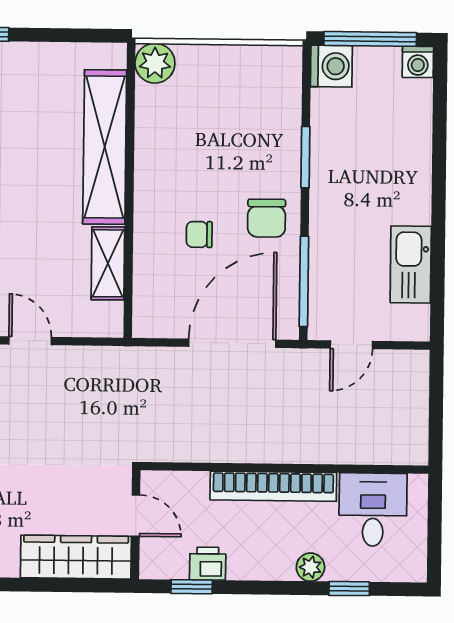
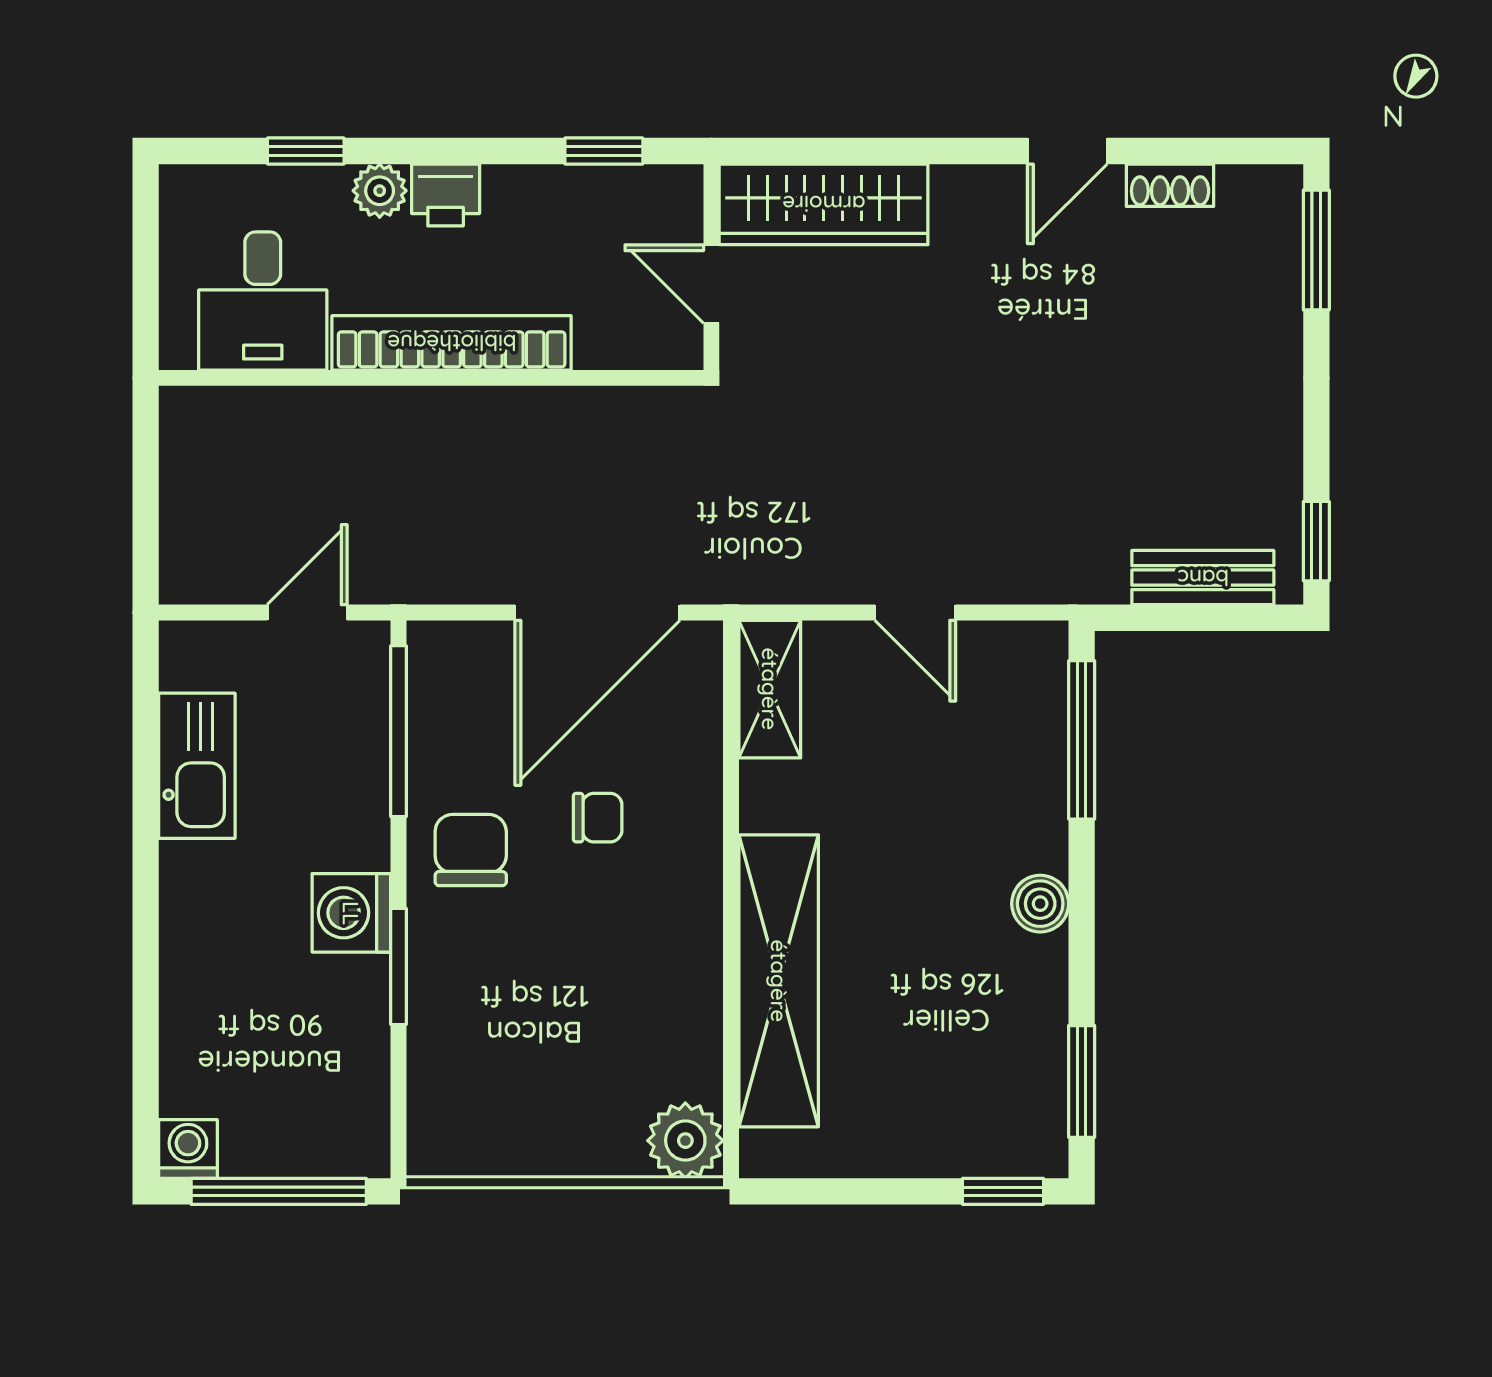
washing machine: (331, 66) -> (351, 913), moved
shelving: (108, 263) -> (770, 689), moved
door: (232, 343) -> (597, 613), moved
printer: (208, 564) -> (446, 195), moved

